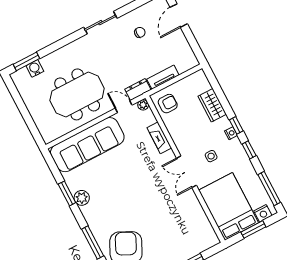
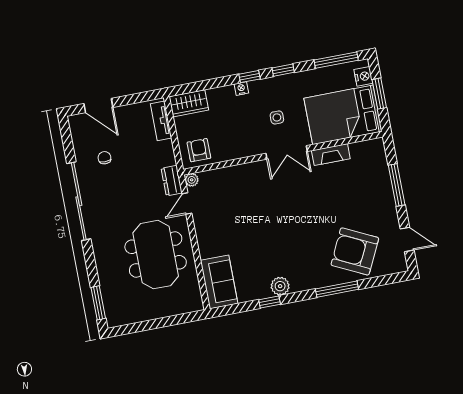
sliding door: (100, 23) -> (79, 201), width x1.86
water cooler: (35, 68) -> (110, 295), removed
tv unit: (163, 77) -> (161, 121), moved
wardrobe: (212, 105) -> (189, 103), moved
nightstand: (231, 133) -> (241, 89), moved
fireplace: (159, 138) -> (331, 155), moved
sofa: (87, 145) -> (219, 282), width x0.54, depth x0.79
window: (67, 193) -> (270, 302), width x0.67

